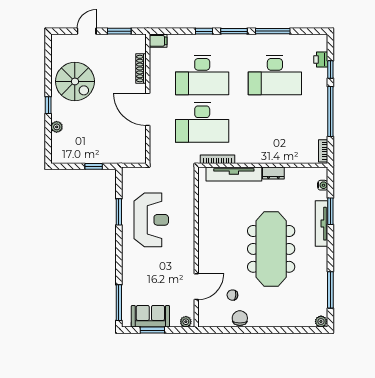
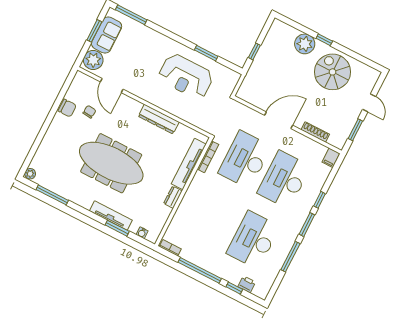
spiral stairs: (75, 81) -> (333, 72), turned 90
plant: (57, 127) -> (305, 44), width x1.88, depth x1.88
dresser: (205, 225) -> (159, 119), added
plant: (186, 322) -> (93, 60), width x1.88, depth x1.88

